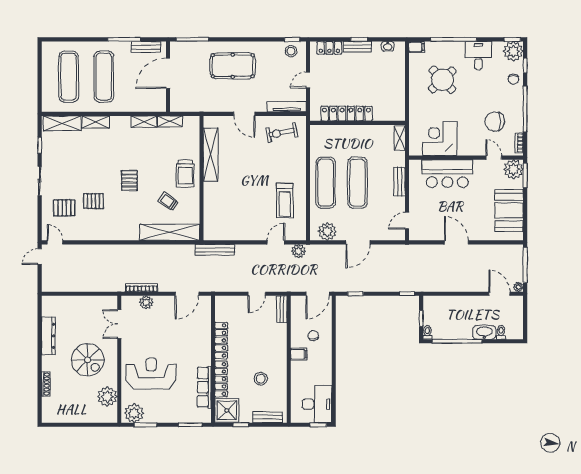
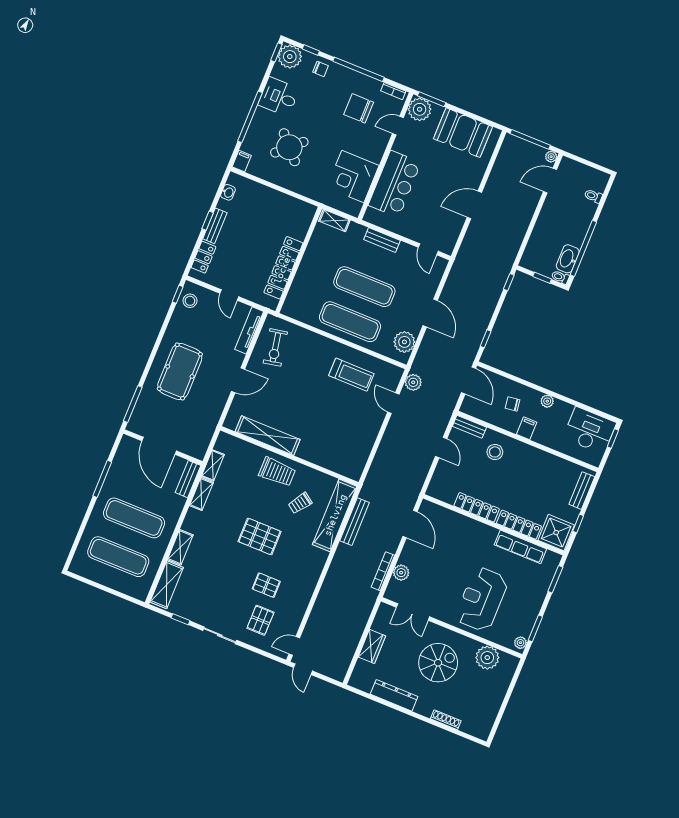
bench: (146, 47) -> (188, 479), moved
chair: (495, 121) -> (359, 108), turned 90
pallet: (129, 180) -> (260, 536), width x1.50, depth x1.42
pallet: (94, 201) -> (266, 585), turned 90
bench: (215, 250) -> (355, 522), moved
wardrobe: (79, 303) -> (372, 646), added
washbasin: (484, 332) -> (568, 259), moved
plant: (326, 362) -> (547, 401), added
stool: (261, 379) -> (495, 452), moved
plant: (134, 413) -> (520, 643), width x0.53, depth x0.53

